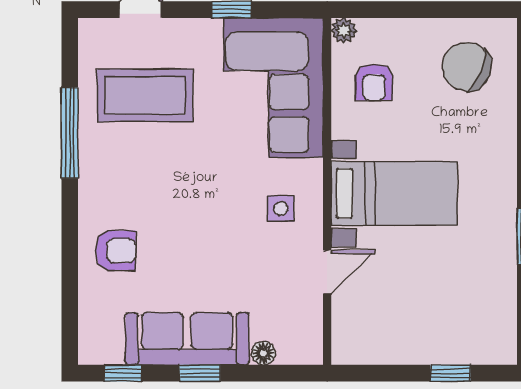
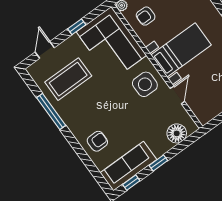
armchair: (374, 82) -> (146, 16), turned 90
side table: (281, 209) -> (145, 84), width x1.87, depth x1.87
sofa: (187, 339) -> (128, 166), moved
floor lamp: (263, 353) -> (177, 133), width x1.89, depth x1.89

